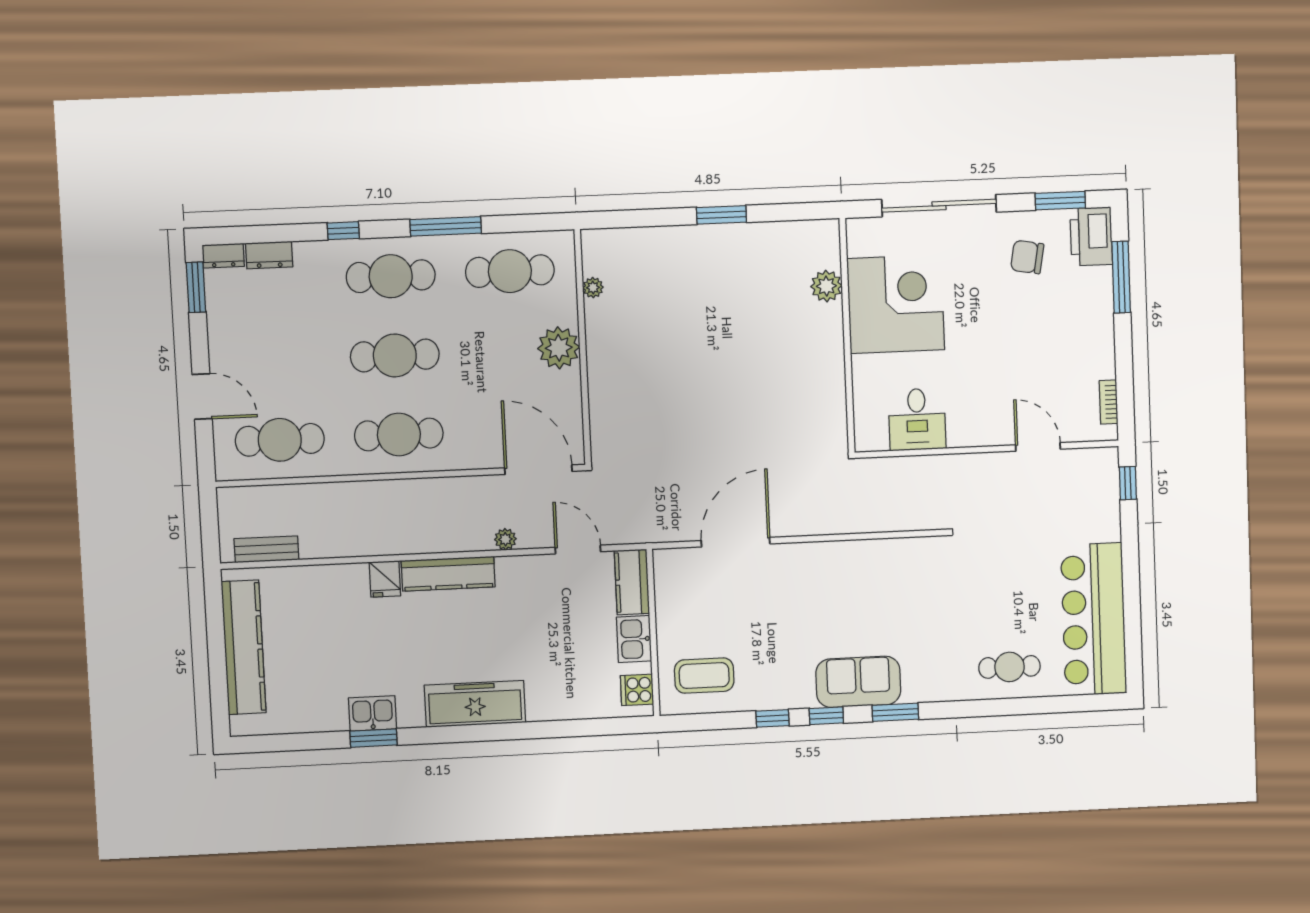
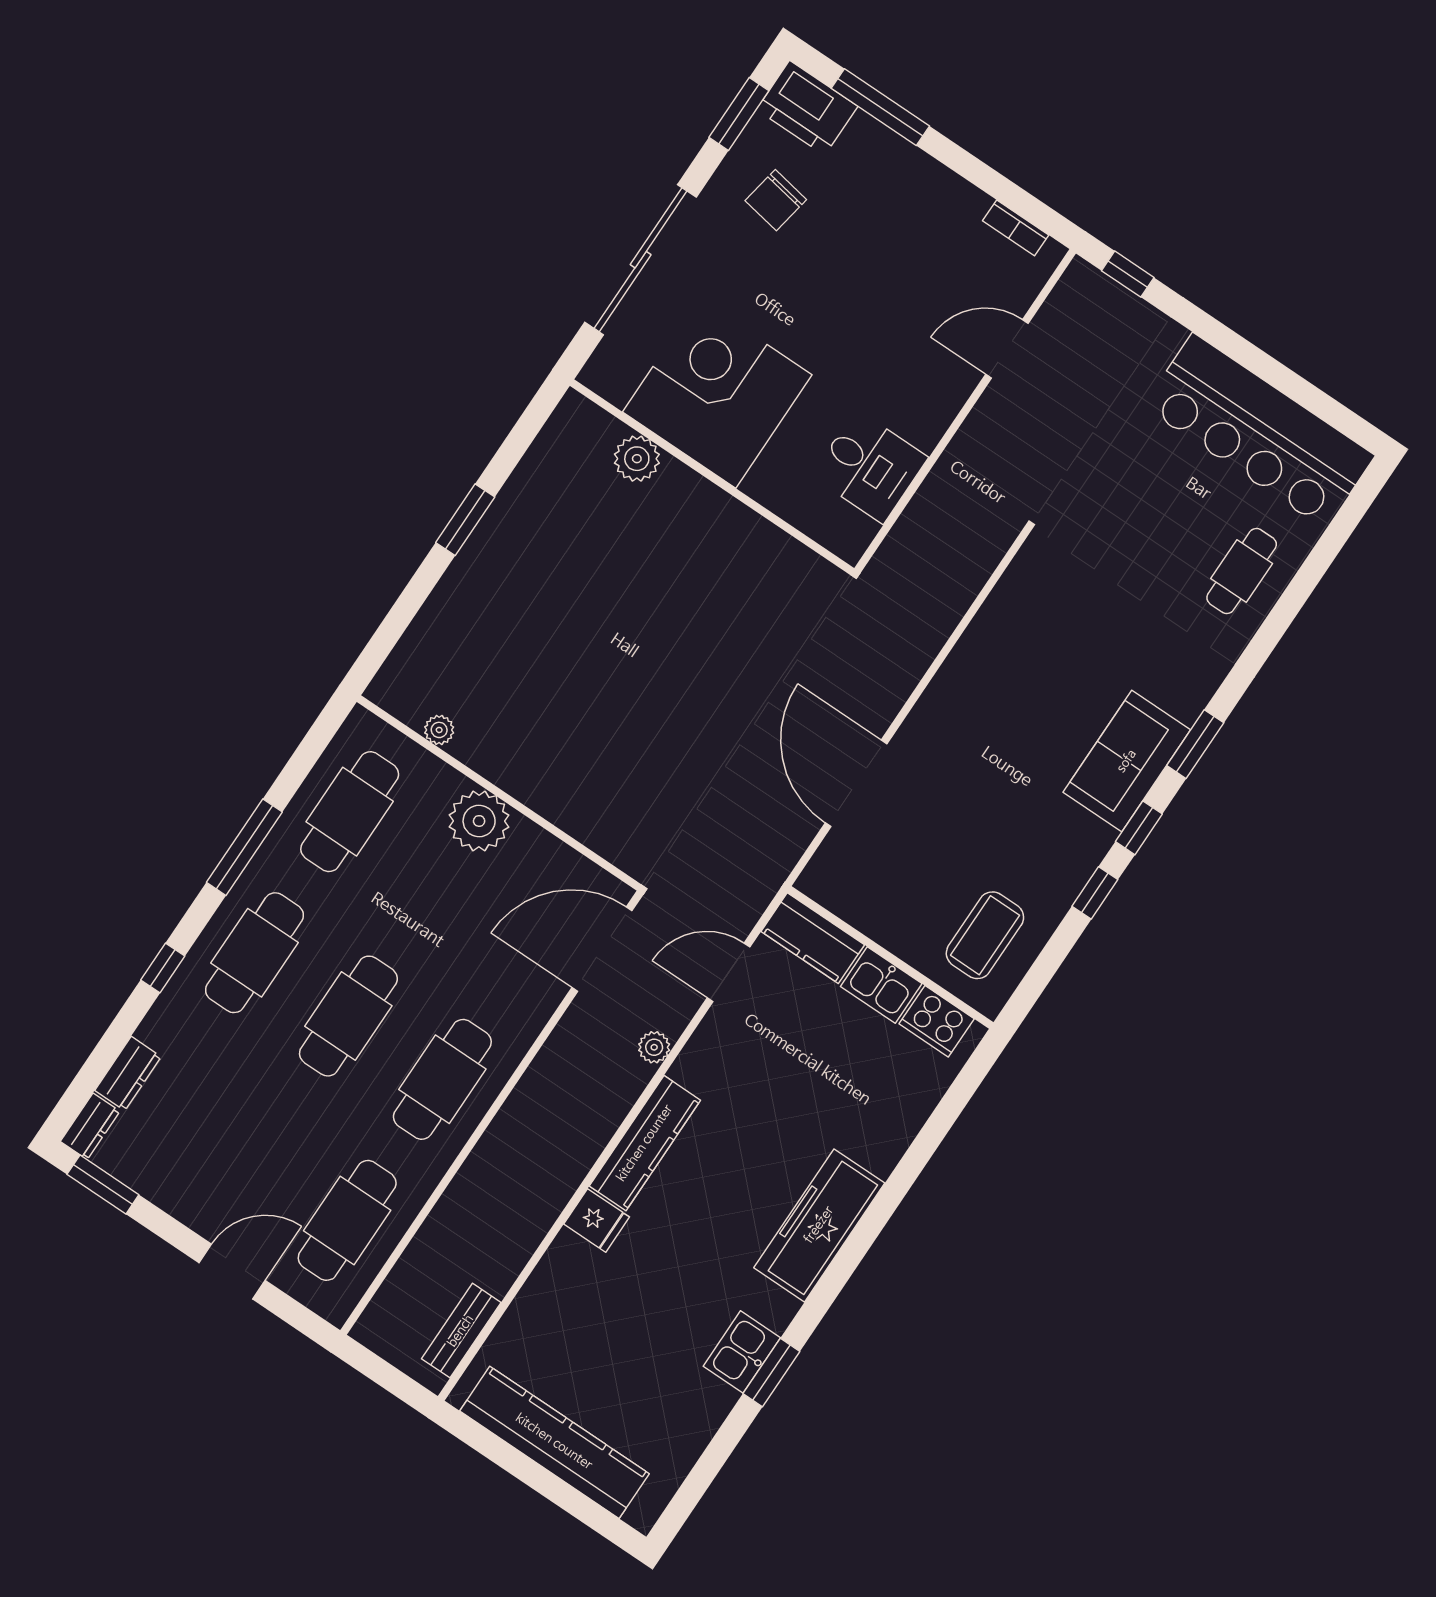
cooker: (637, 690) -> (937, 1021), width x1.36

